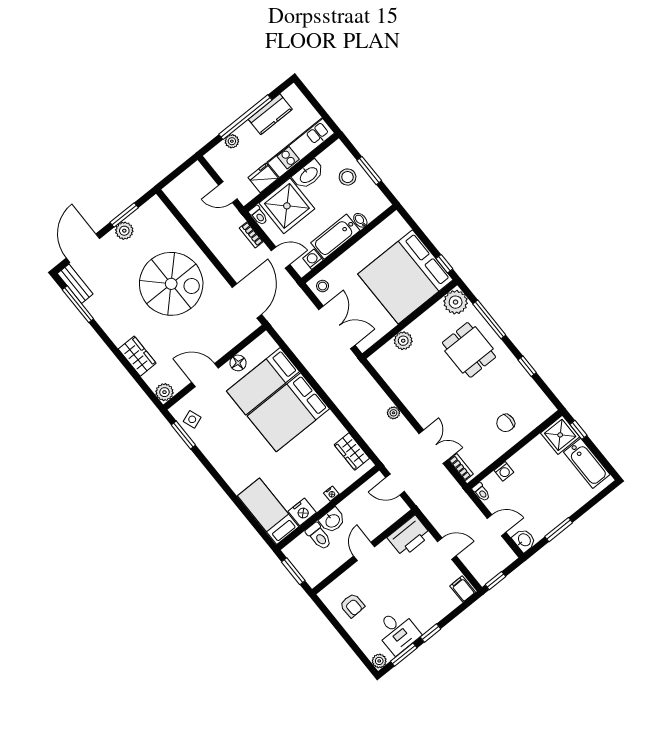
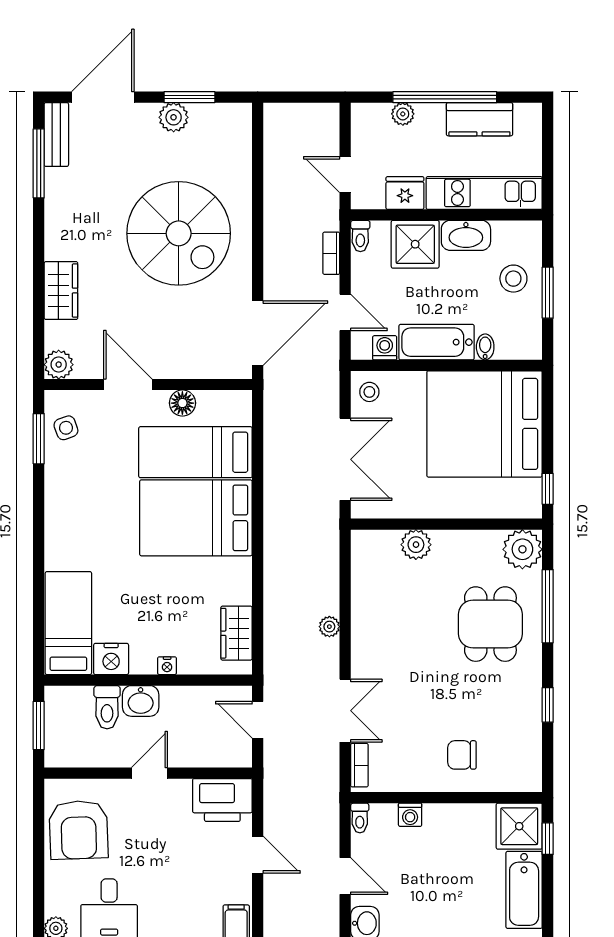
shower: (287, 206) -> (415, 244), width x0.73, depth x0.73
bed: (405, 277) -> (484, 424), moved
armchair: (352, 605) -> (79, 830), width x1.88, depth x1.88

